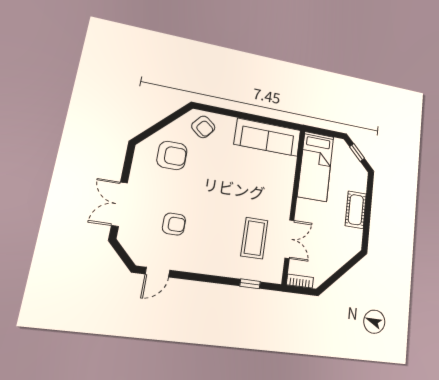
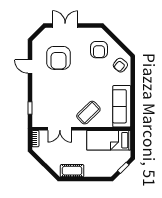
cot: (356, 210) -> (72, 171), moved
armchair: (174, 224) -> (58, 58), width x1.88, depth x1.88
coffee table: (254, 238) -> (88, 113), moved, turned -44
door: (157, 272) -> (30, 67), moved

